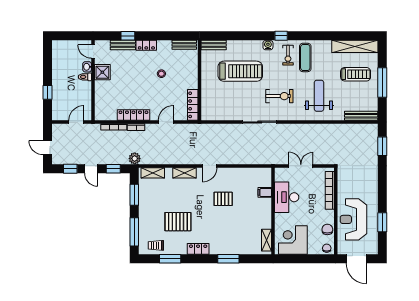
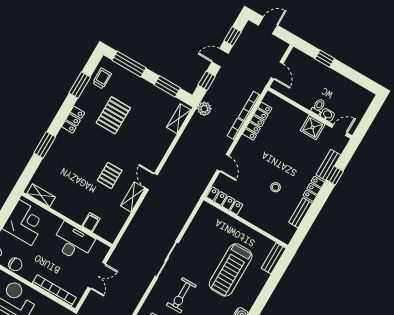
bench: (184, 45) -> (300, 213), moved
locker: (133, 115) -> (257, 121), moved
shelving: (185, 173) -> (133, 197), moved

